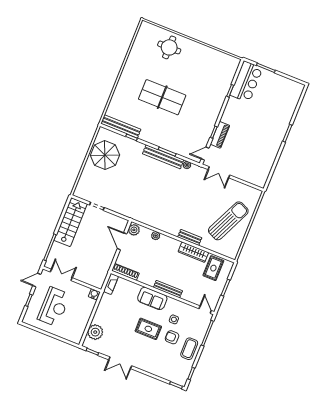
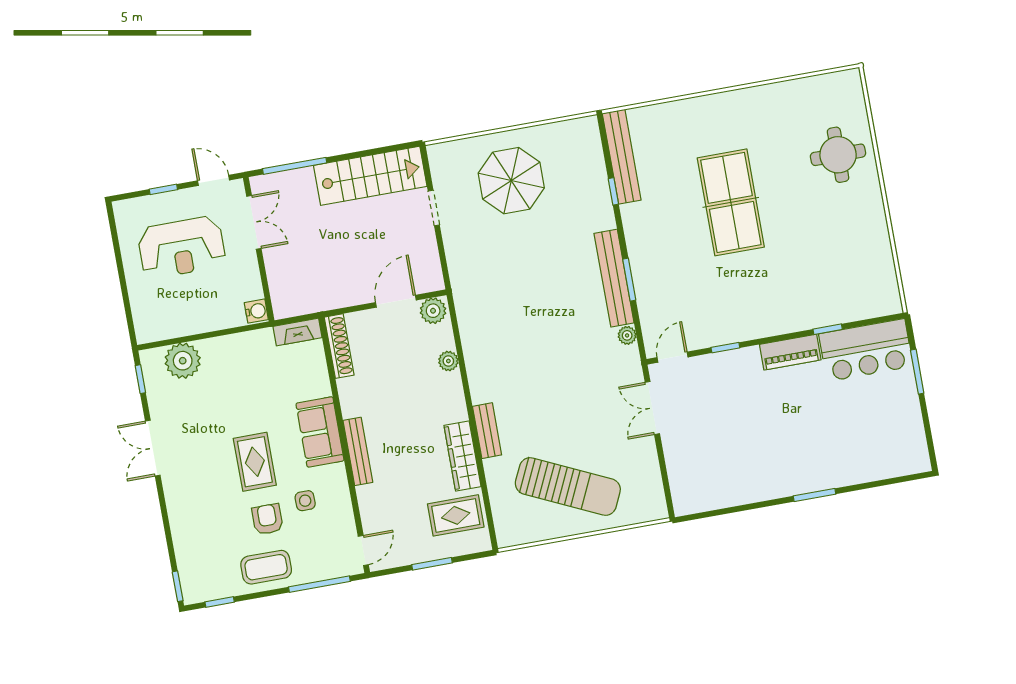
piano: (220, 135) -> (790, 352), moved
door: (205, 154) -> (672, 357), hinge flipped
parasol: (105, 155) -> (511, 181), moved

